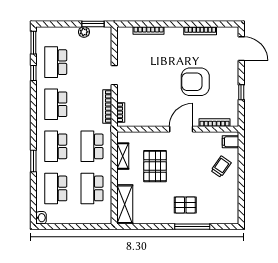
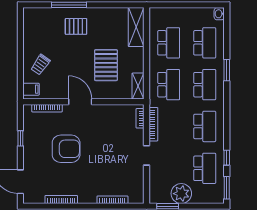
plant: (84, 32) -> (181, 194), width x1.87, depth x1.87
door: (181, 129) -> (80, 102), swing flipped
shelving: (123, 156) -> (138, 86), moved

